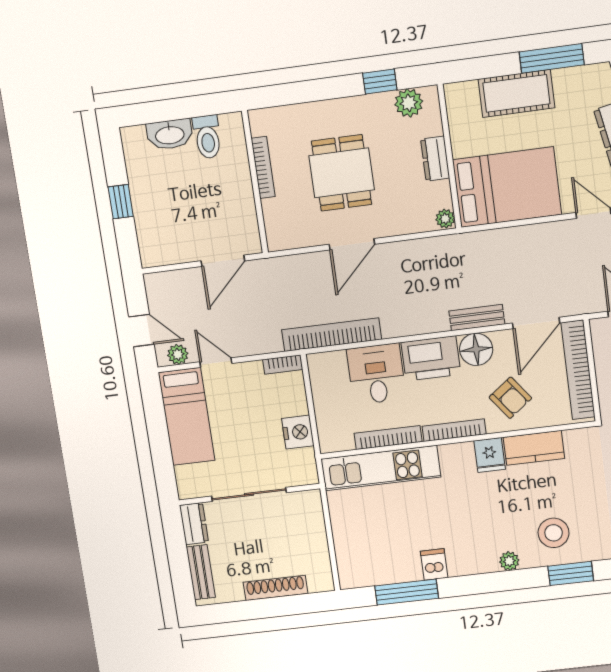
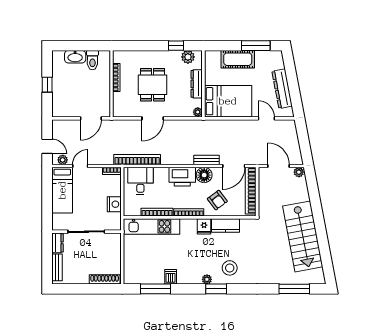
dresser: (435, 159) -> (197, 84), width x1.44
door: (216, 363) -> (80, 166), hinge flipped
desk: (376, 374) -> (140, 181), moved
window: (571, 573) -> (216, 289), moved
shoe rack: (275, 588) -> (105, 279), moved

